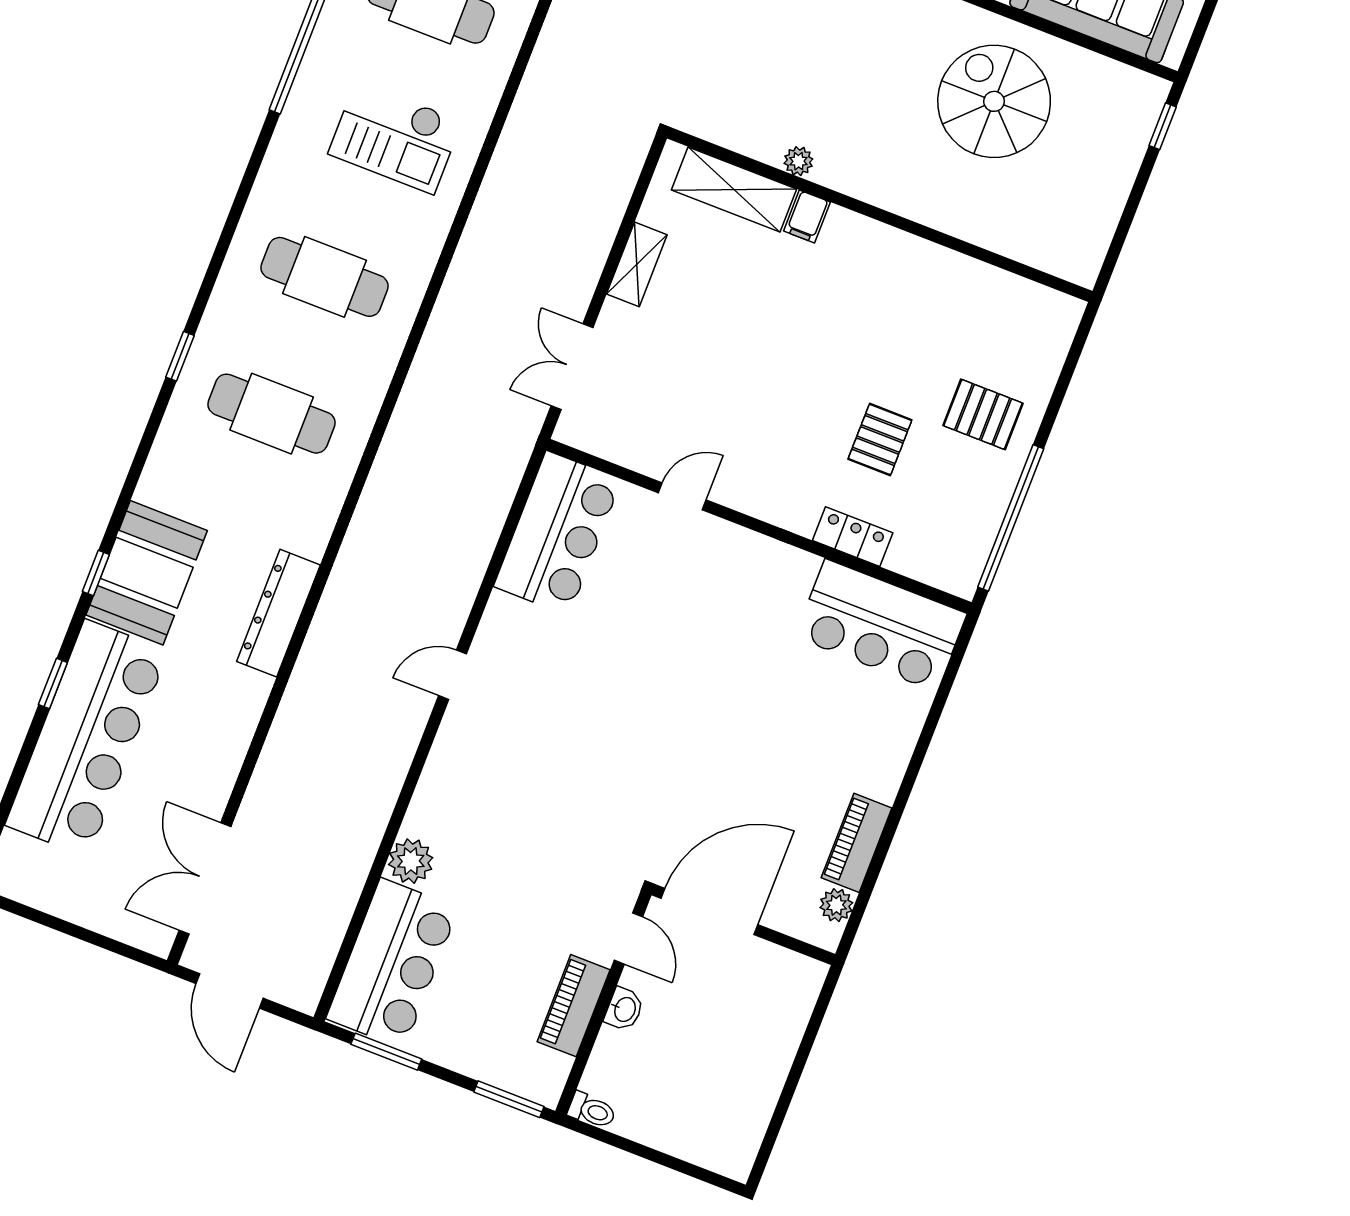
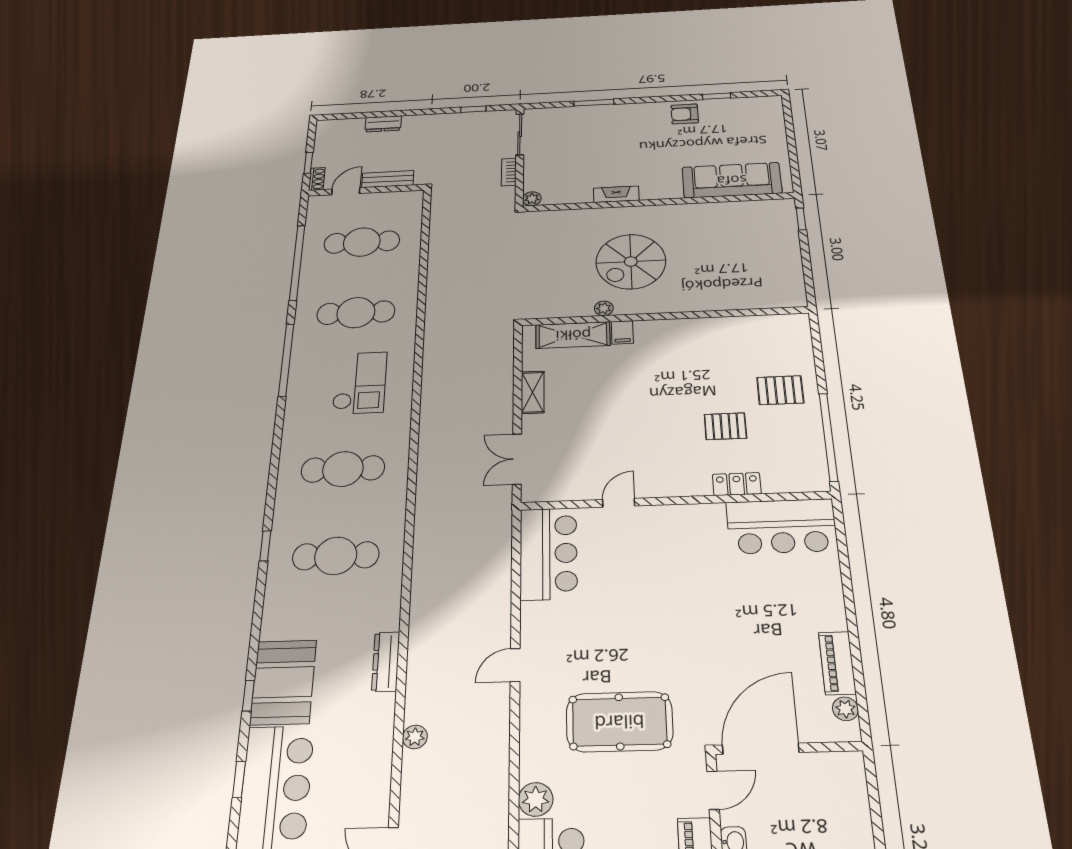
spiral stairs: (994, 101) -> (631, 262), moved, turned -90
checkout: (395, 137) -> (360, 383), turned -90
pallet: (880, 440) -> (725, 426), turned 90
dresser: (278, 613) -> (386, 662), width x0.73, depth x0.80
plant: (291, 719) -> (415, 737), added
pool table: (553, 806) -> (619, 722), added
door: (628, 938) -> (713, 790), hinge flipped

